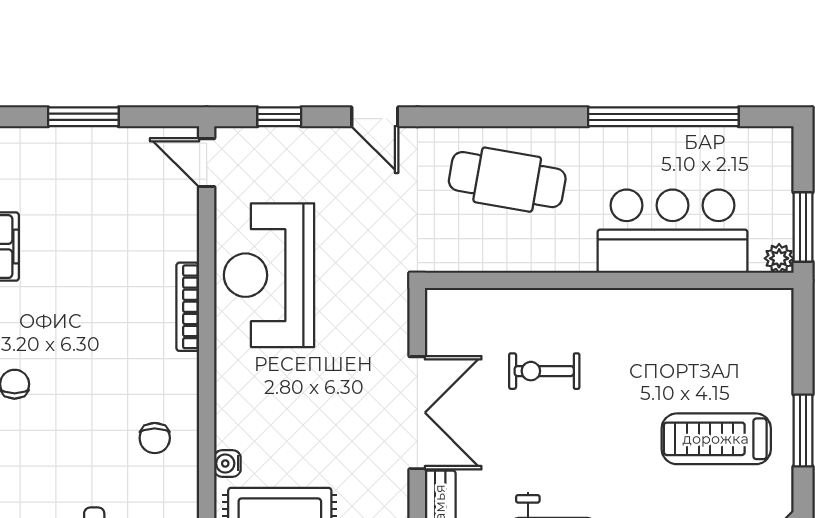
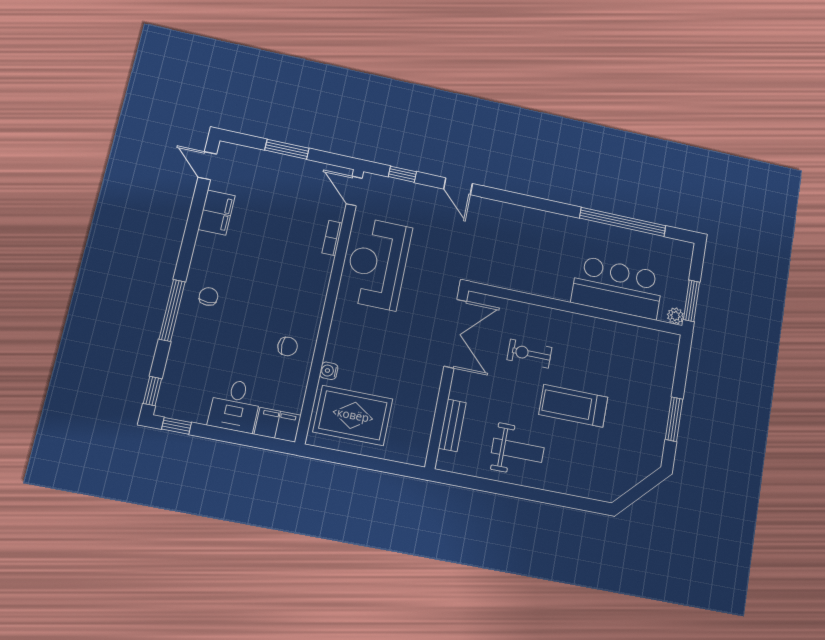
cafe table: (507, 180) -> (528, 238), removed
bookcase: (188, 307) -> (332, 238), moved, width x0.64
double door: (417, 413) -> (455, 334), moved
chair: (155, 438) -> (288, 346), turned -90
treadmill: (716, 439) -> (573, 406), moved

